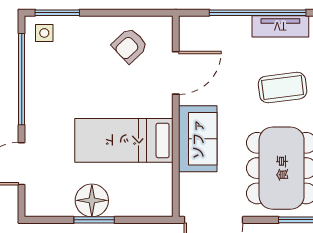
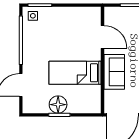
armchair: (130, 45) -> (78, 22), removed
door: (176, 73) -> (103, 37), hinge flipped

